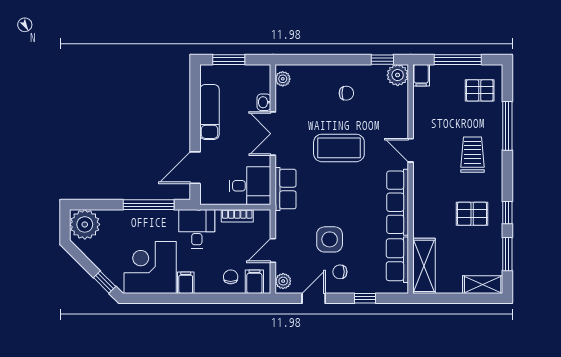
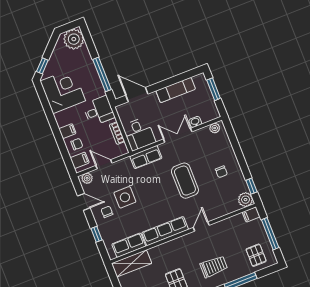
filing cabinet: (186, 283) -> (67, 131), moved

